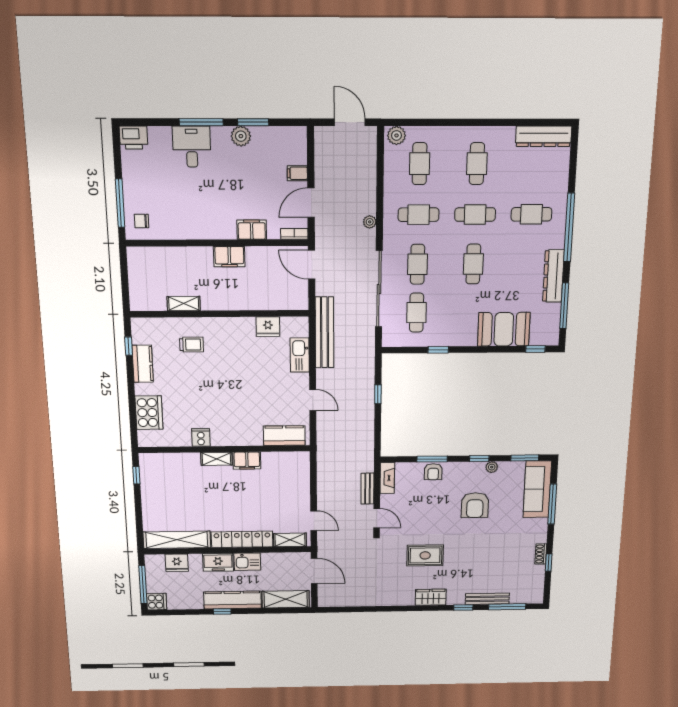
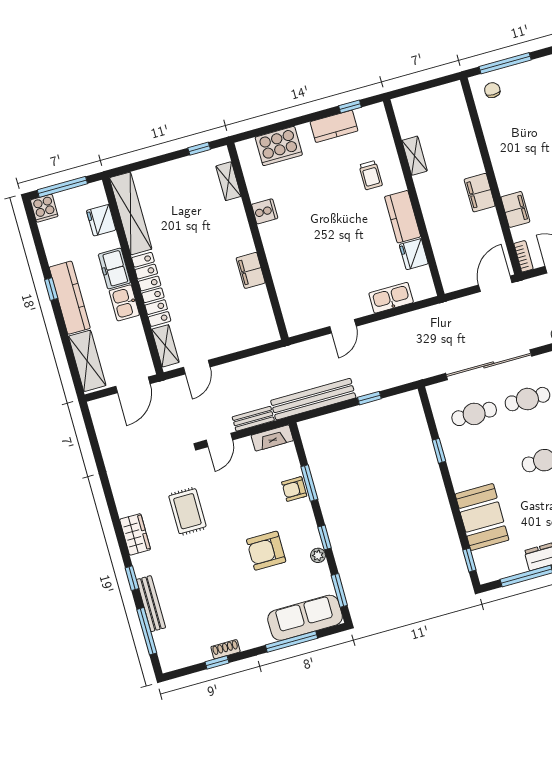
bench: (324, 333) -> (313, 399), moved
kitchen counter: (284, 436) -> (403, 217), moved, turned 180
shelving: (216, 459) -> (228, 181), moved

